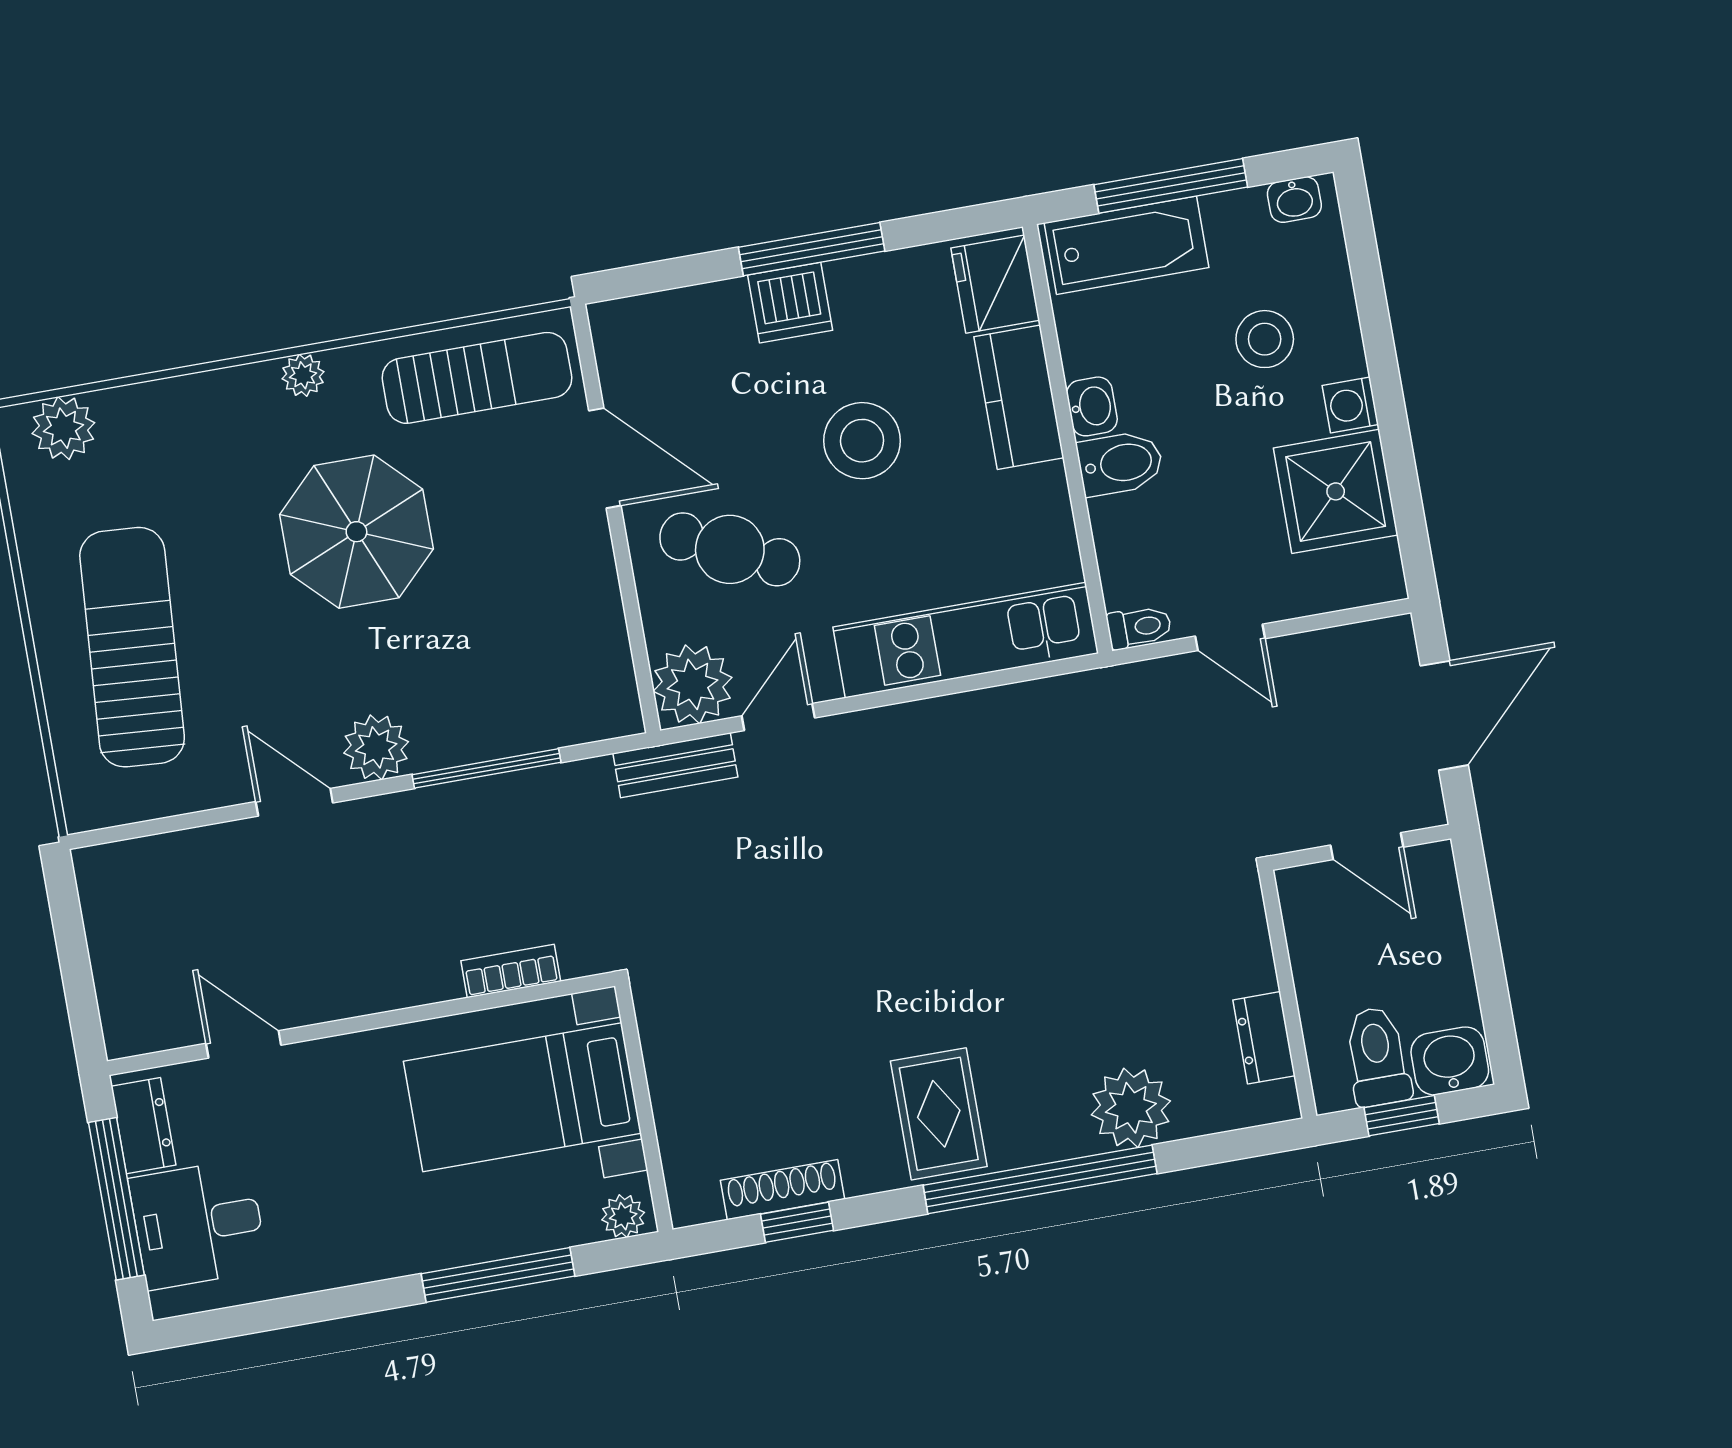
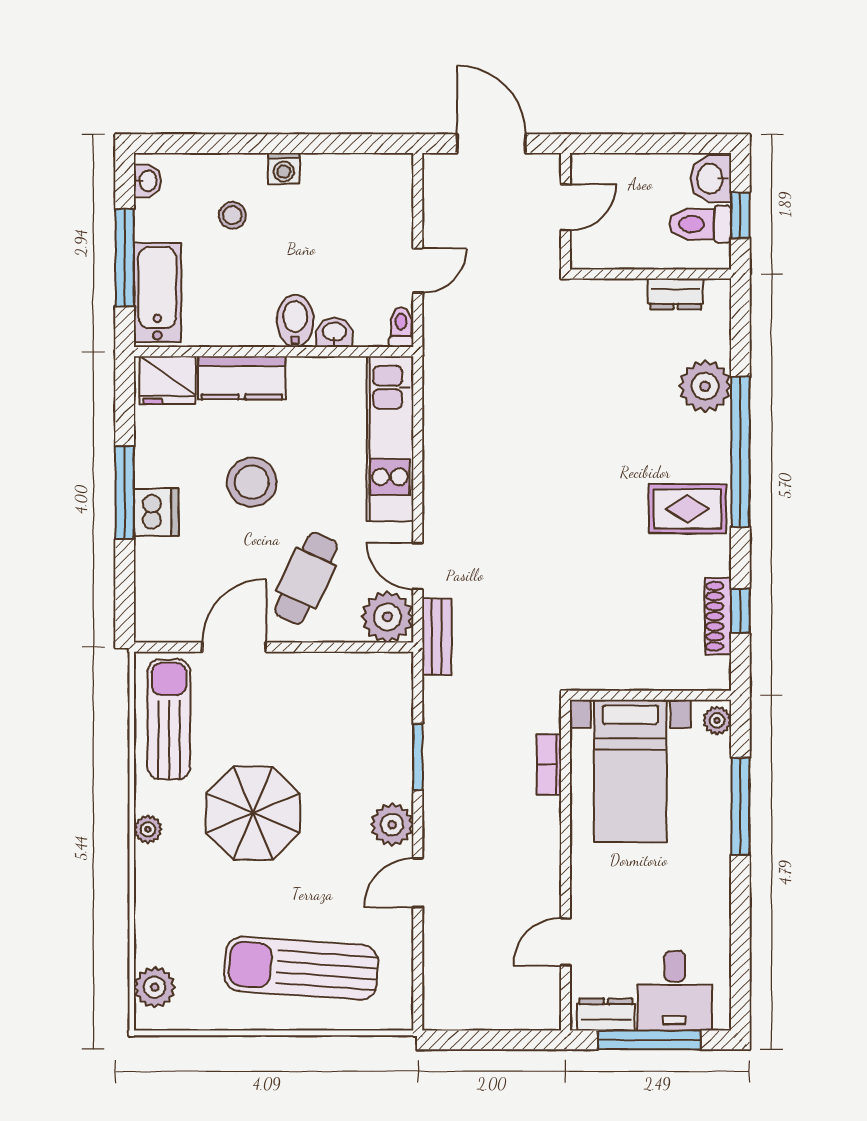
stool: (1265, 339) -> (232, 215), width x0.73, depth x0.73
washbasin: (1092, 406) -> (334, 332), moved
shower: (1336, 491) -> (337, 187), removed
window: (486, 768) -> (418, 757), width x0.69

